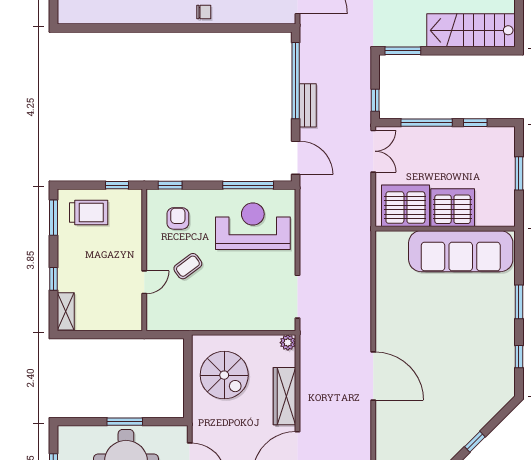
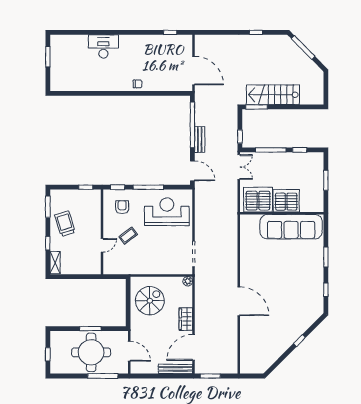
stairs: (471, 30) -> (273, 95), moved
window: (248, 185) -> (148, 187), moved
trolley: (89, 213) -> (65, 224), moved, turned -107
spiral stairs: (224, 375) -> (150, 301), turned -90
wardrobe: (285, 396) -> (186, 319), width x0.67

